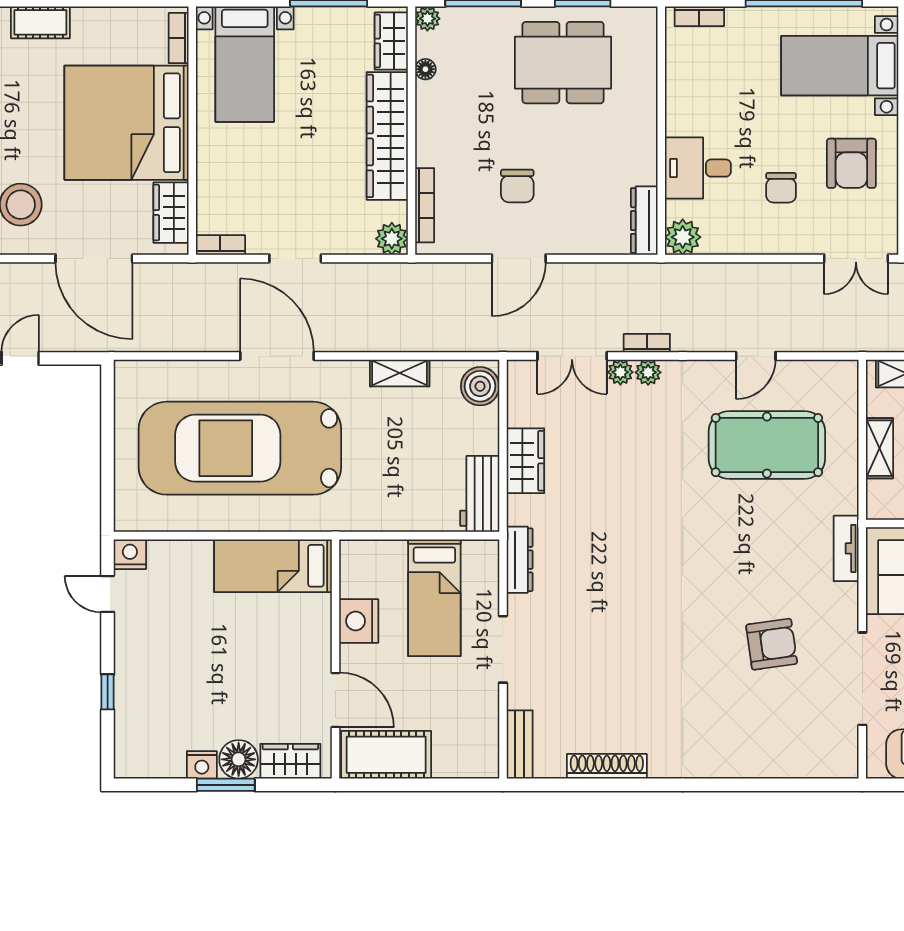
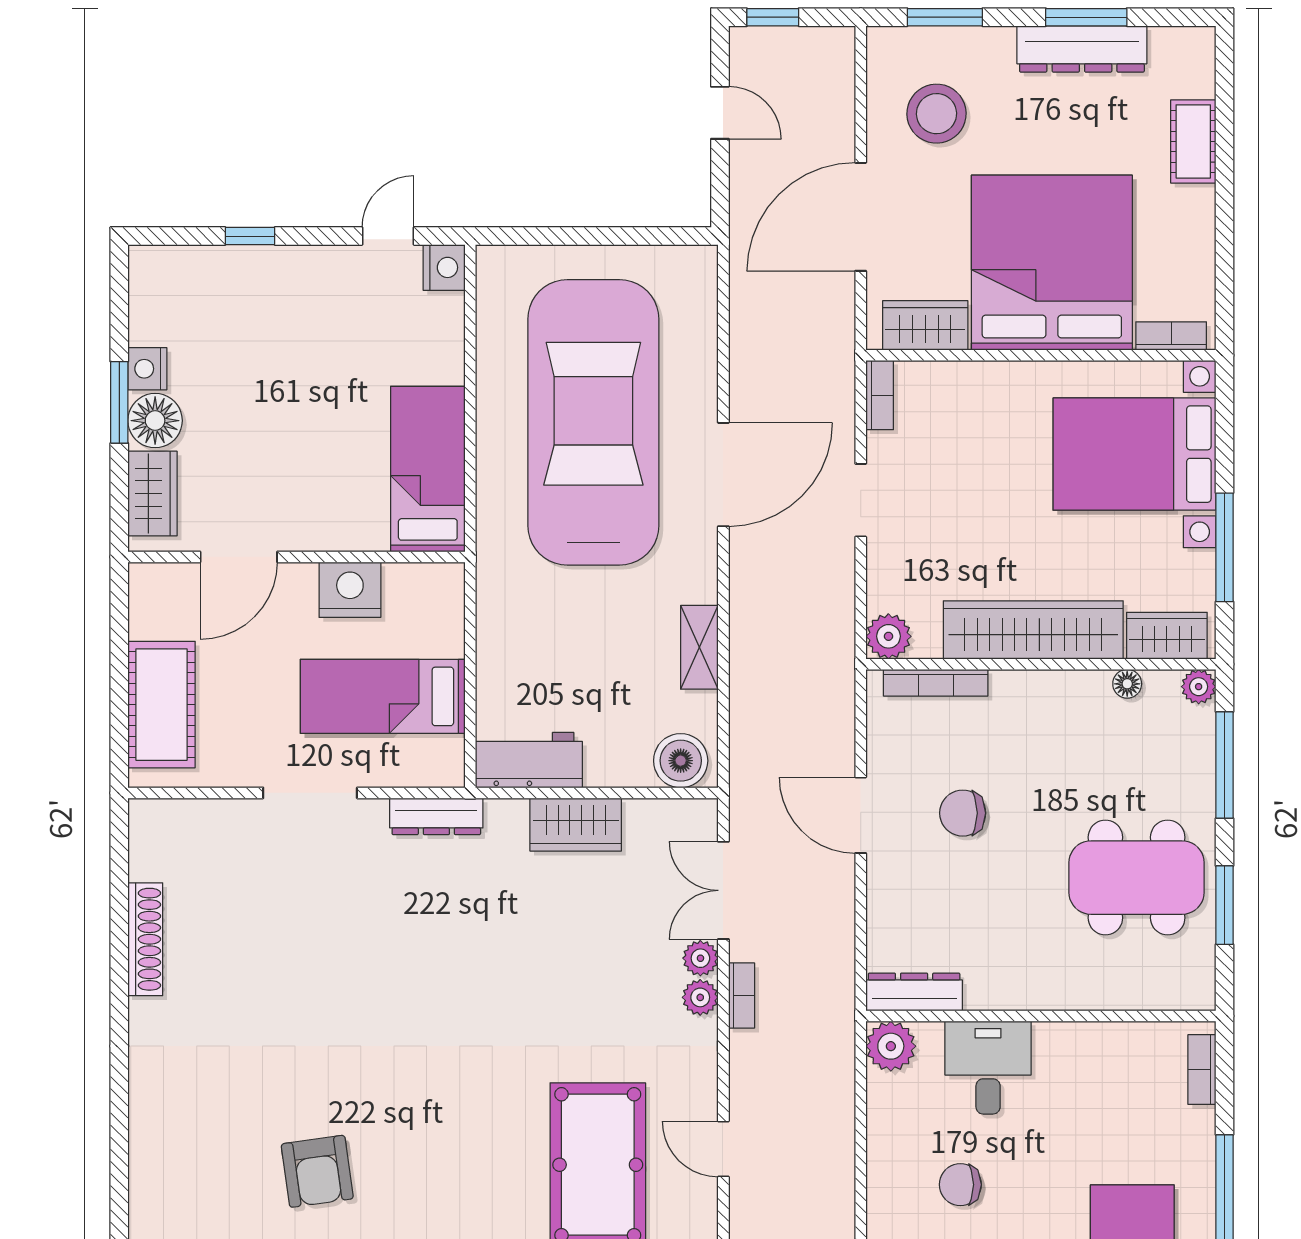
dining table: (563, 63) -> (1137, 878), turned 90
bed with nightstands: (245, 64) -> (1134, 454), width x1.36
bench: (520, 744) -> (176, 816), removed
cot: (386, 755) -> (162, 705), moved

